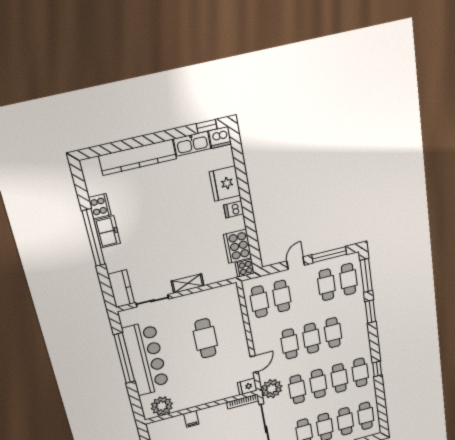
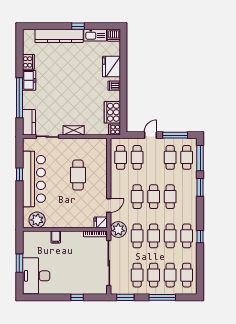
window: (207, 126) -> (78, 26), moved
window: (94, 238) -> (19, 98), moved
window: (124, 358) -> (19, 174), width x0.32

